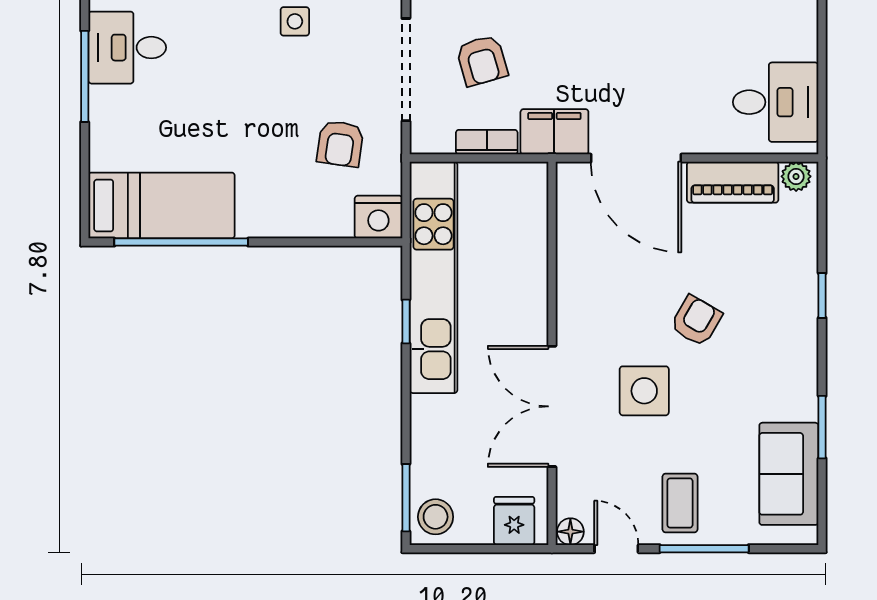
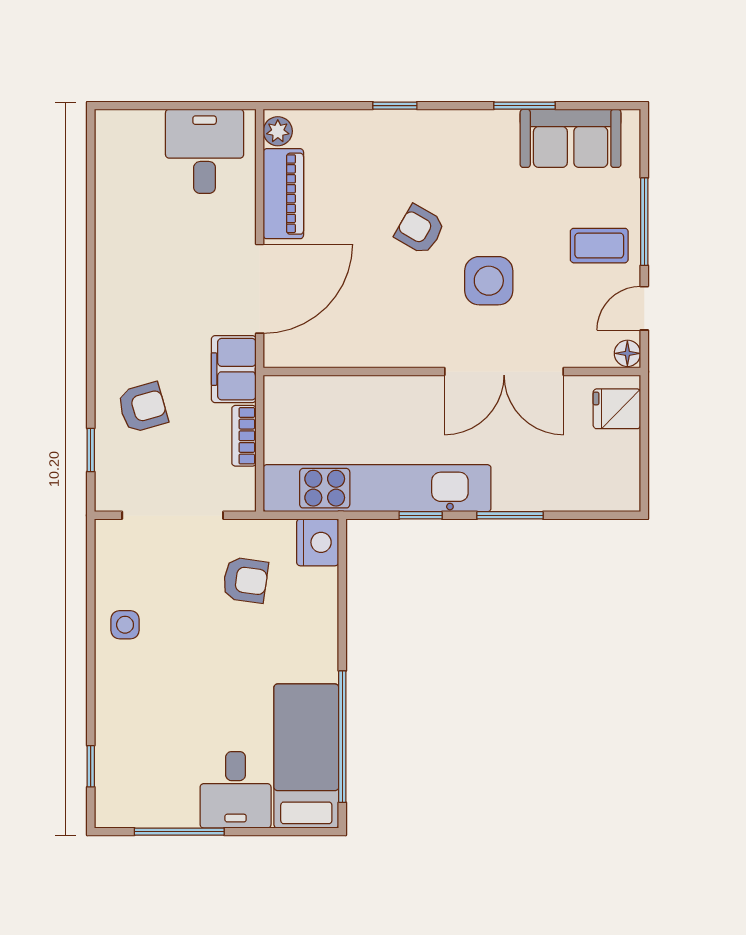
desk: (127, 48) -> (236, 790), moved
armchair: (482, 60) -> (143, 407), moved
window: (406, 498) -> (510, 515), moved
stool: (436, 517) -> (613, 486), removed

